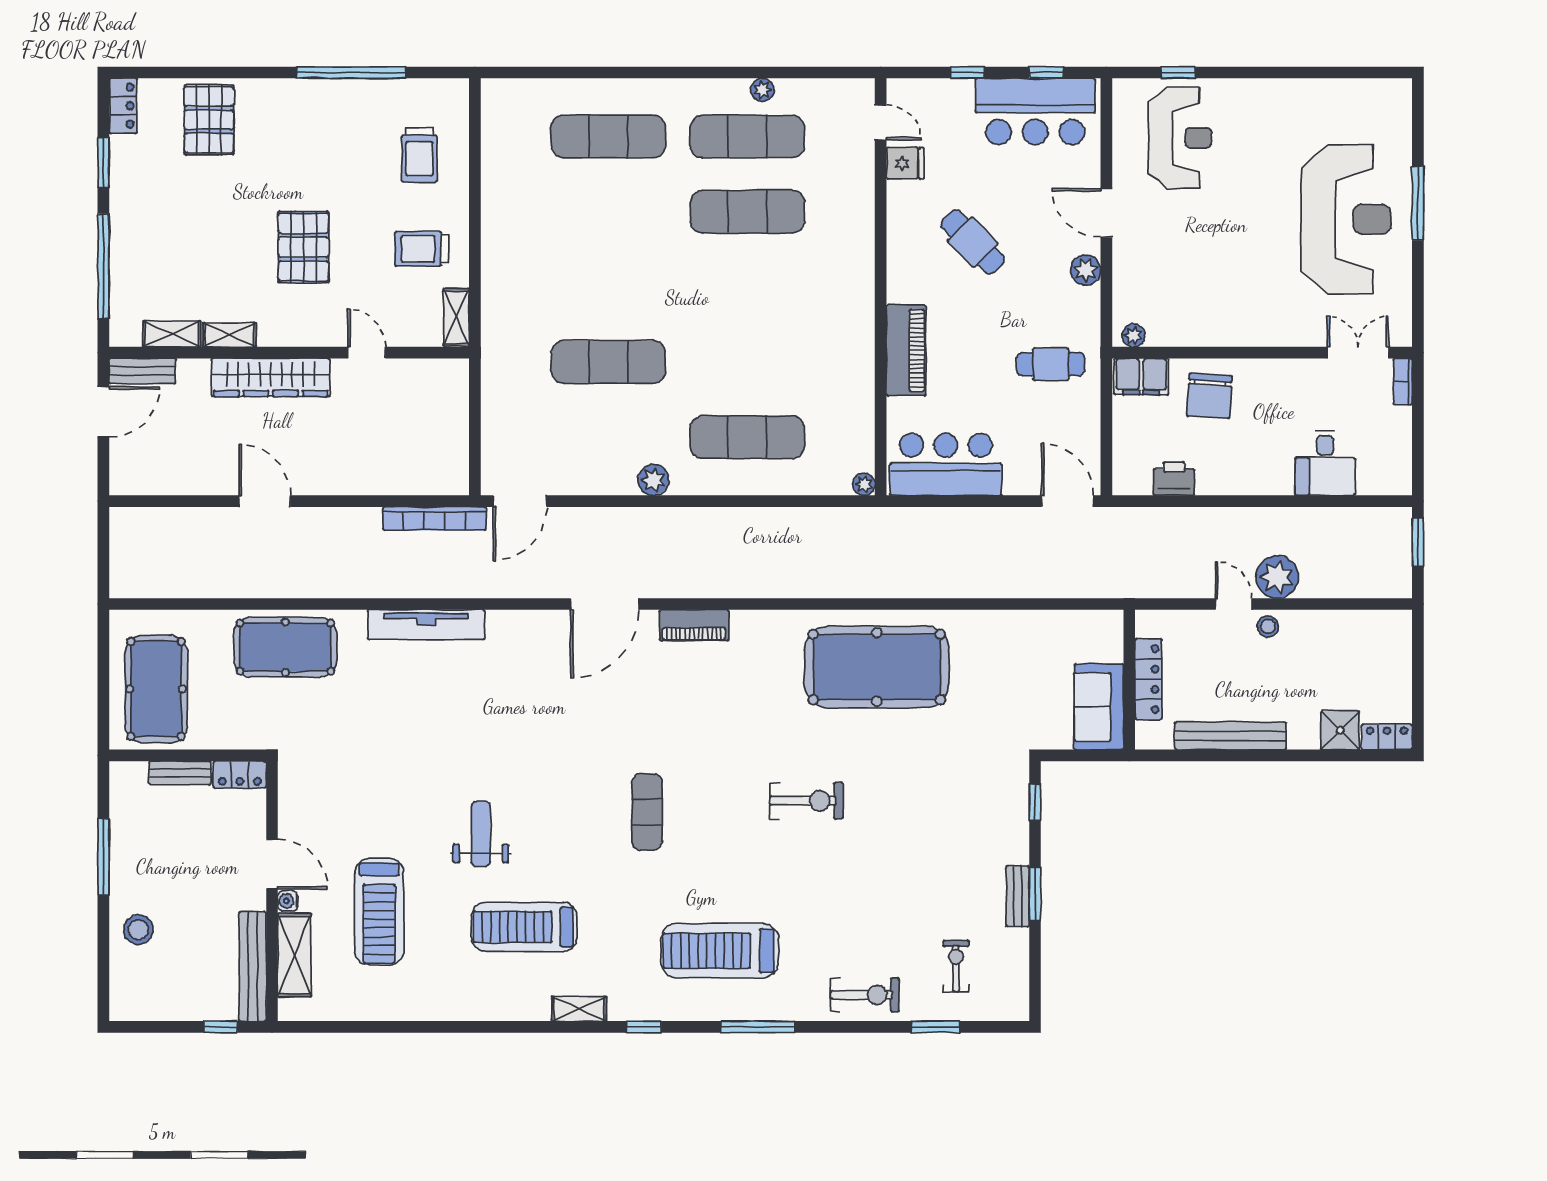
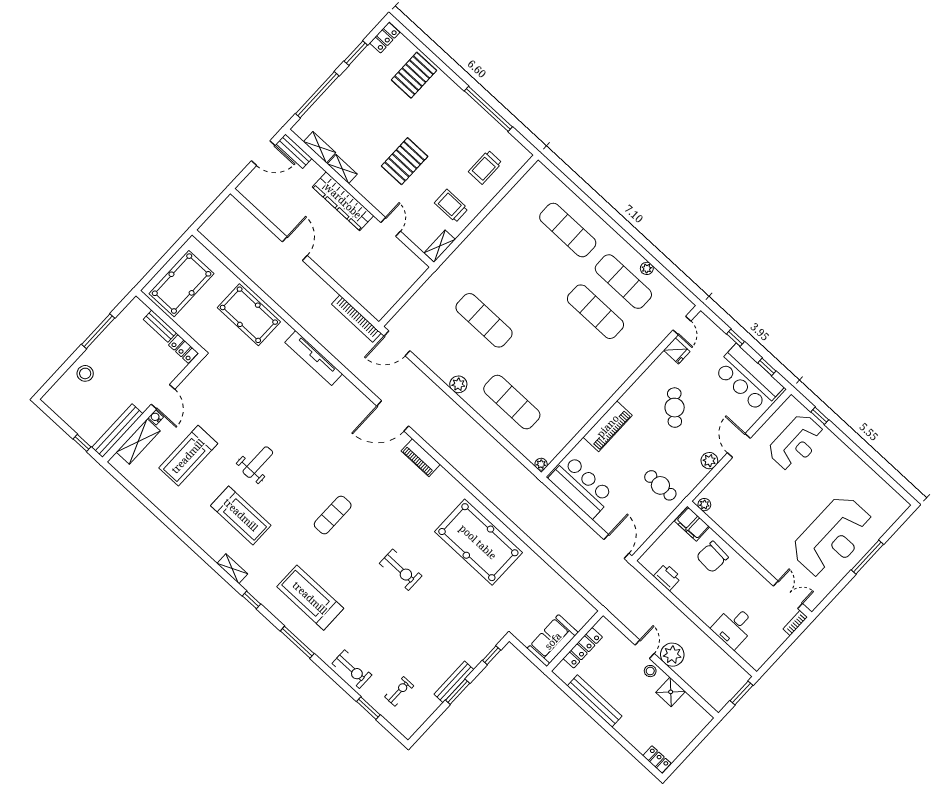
shower: (1340, 730) -> (671, 692), moved
bench: (1018, 896) -> (454, 682), width x1.36
treadmill: (524, 927) -> (241, 515), turned 180

